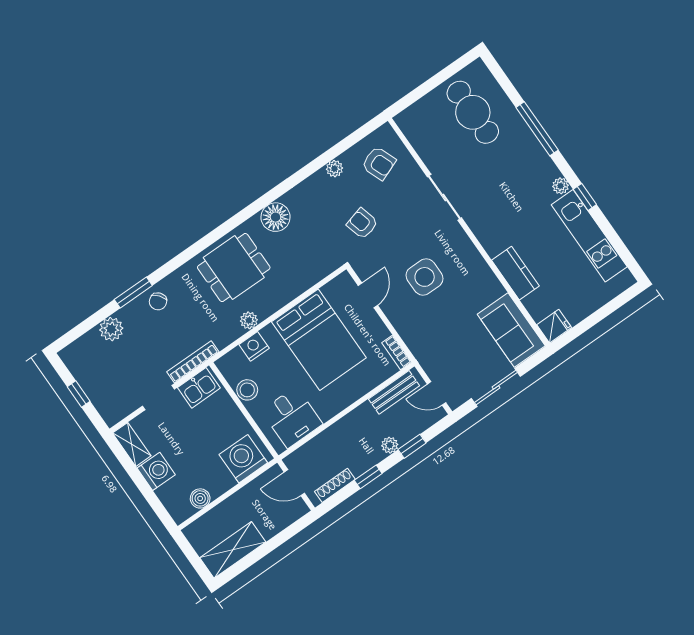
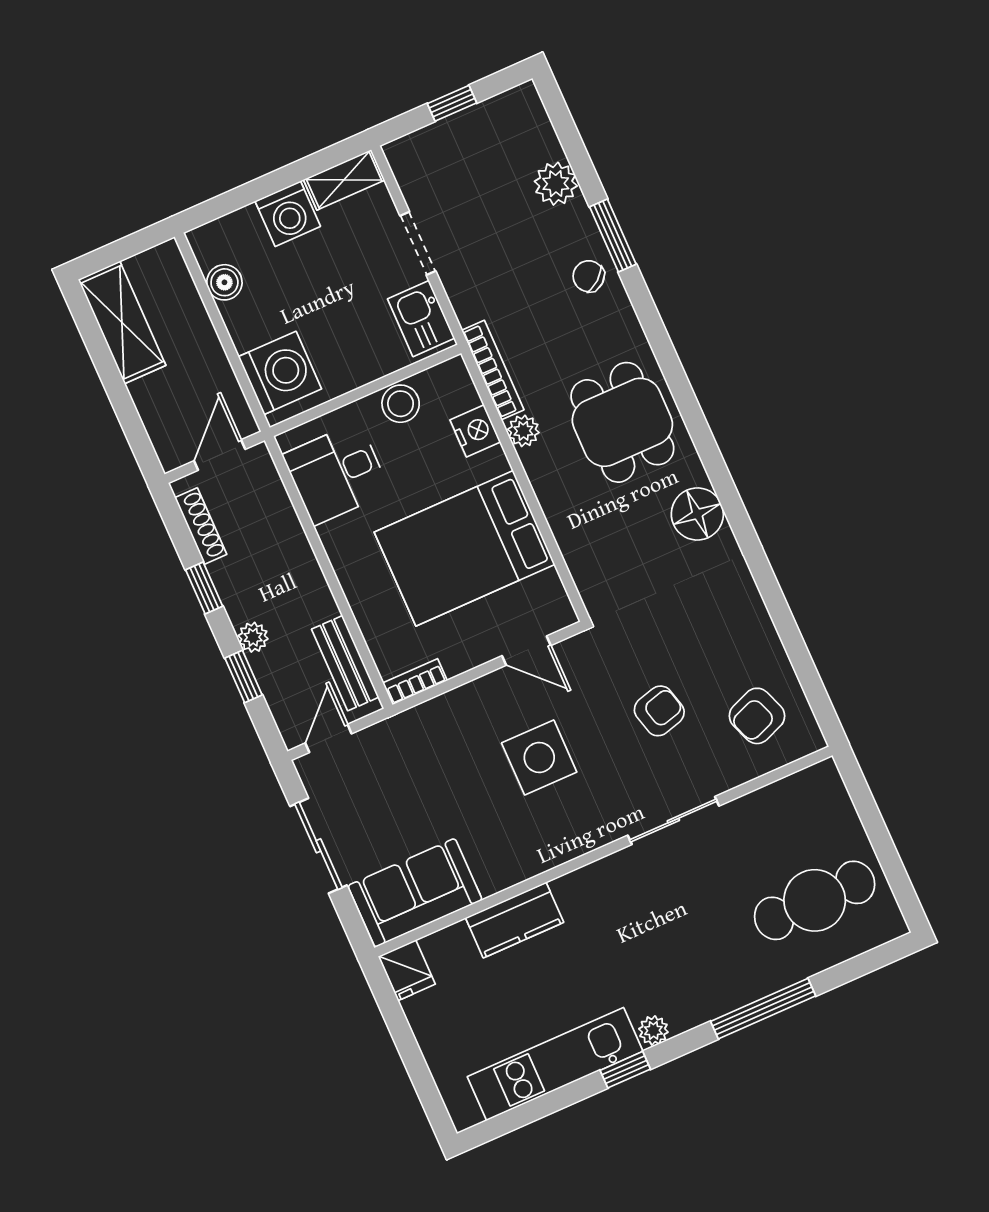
plant: (334, 169) -> (763, 635), removed
armchair: (362, 224) -> (659, 711), moved
bookcase: (193, 362) -> (493, 370), moved

